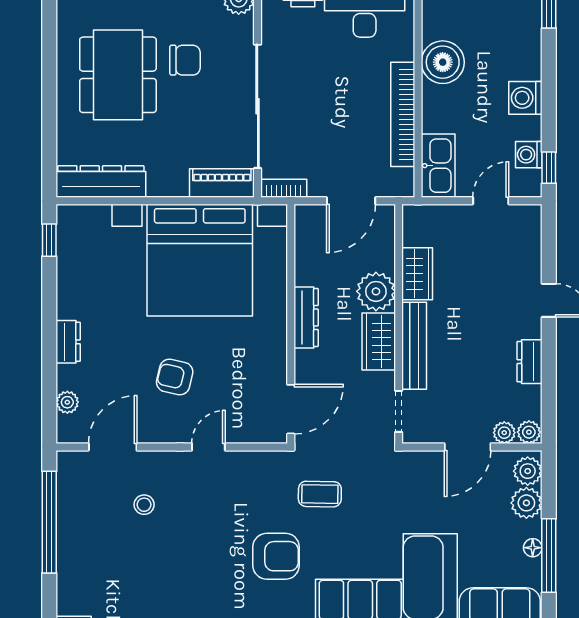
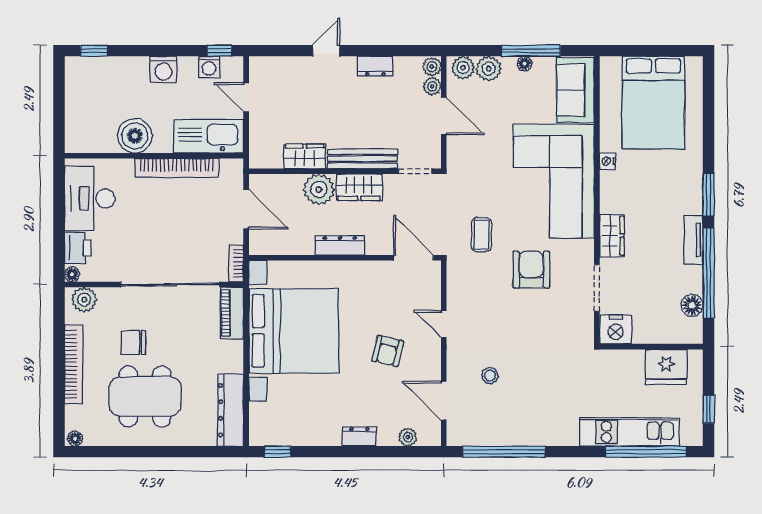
chair: (185, 60) -> (133, 343), turned -90
kitchen sink: (438, 166) -> (209, 136), width x1.36, depth x1.24

